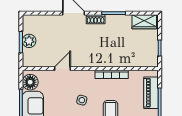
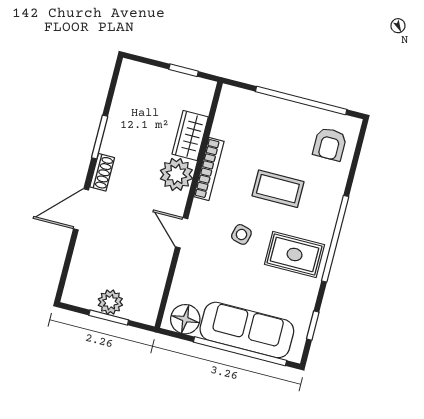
wardrobe: (144, 22) -> (190, 136), moved, turned 180
plant: (104, 58) -> (176, 174), added
door: (63, 69) -> (182, 233), moved
piano: (151, 93) -> (260, 107), removed

